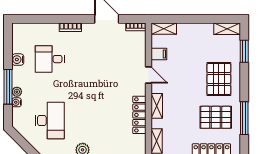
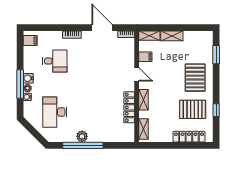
shelving: (227, 29) -> (172, 36), moved
filing cabinet: (20, 34) -> (30, 41), added
desk: (50, 59) -> (55, 61), turned 180
water cooler: (18, 60) -> (28, 78), moved
window: (244, 118) -> (216, 110), width x0.46
desk: (50, 121) -> (55, 112), turned 180

